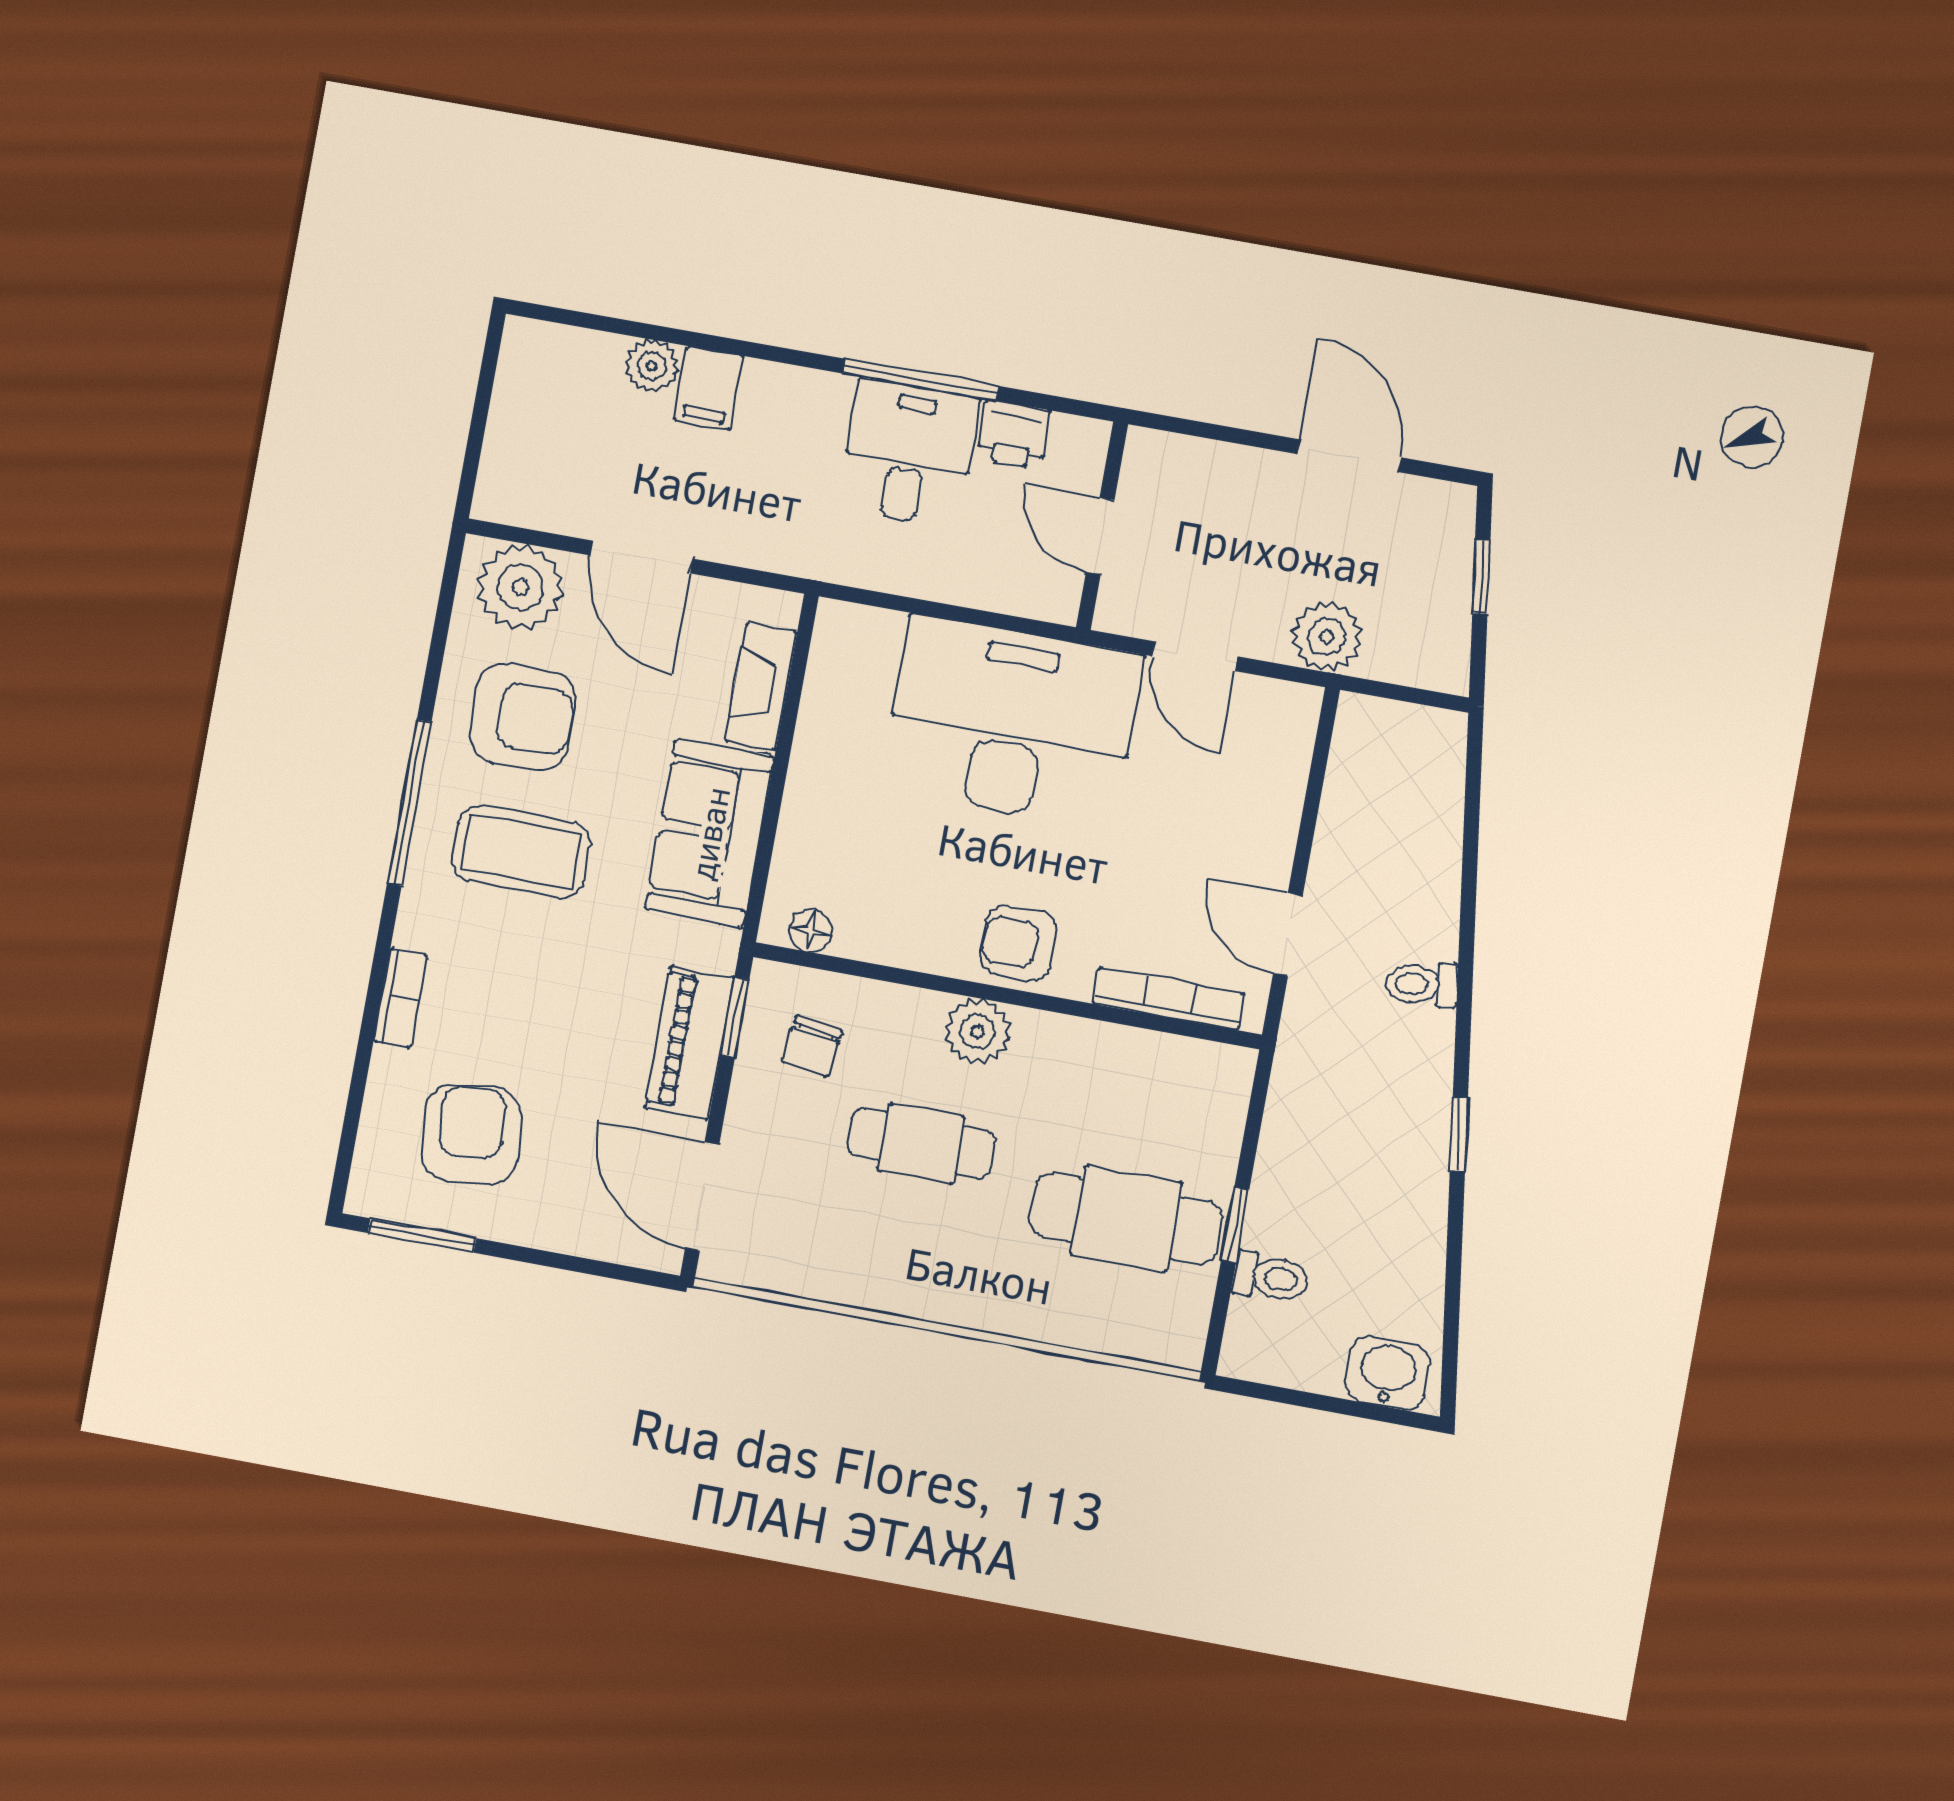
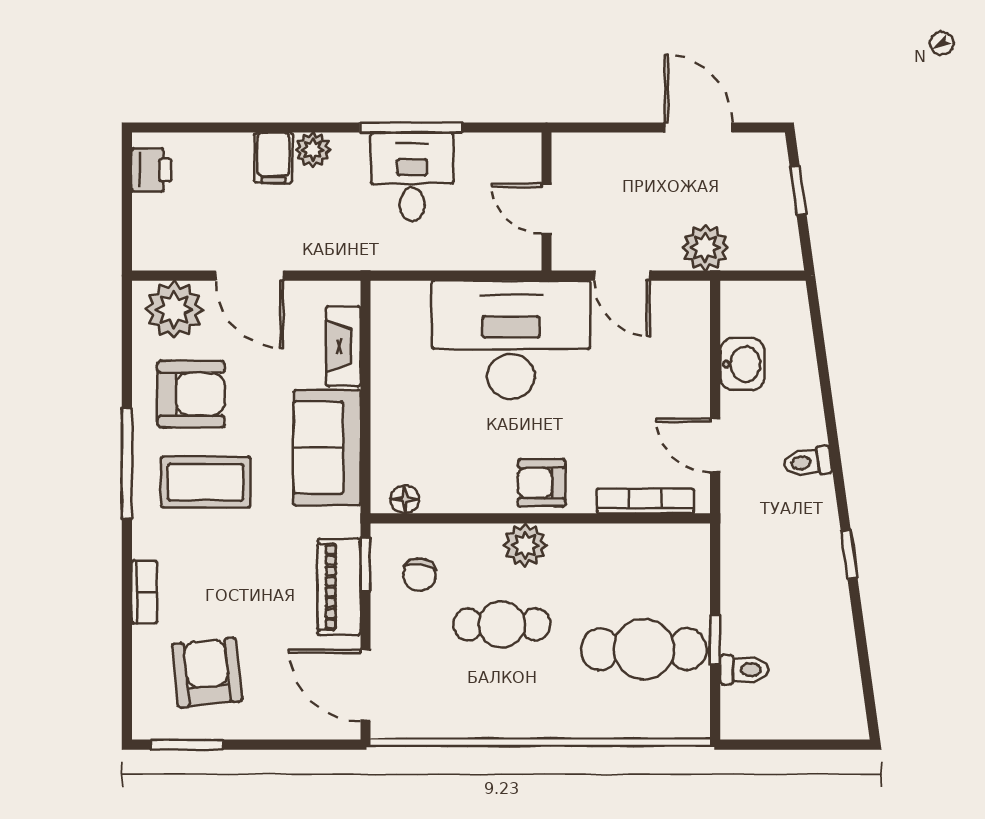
plant: (652, 366) -> (313, 150), moved
printer: (1014, 434) -> (152, 170), moved, turned -90
washbasin: (1388, 1373) -> (742, 364), moved, turned 90

